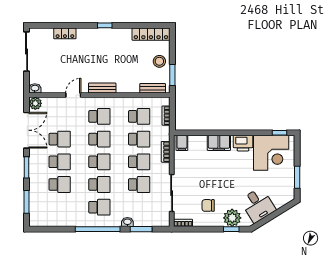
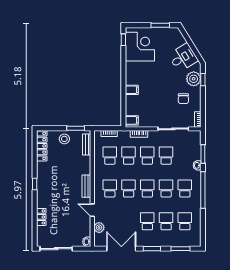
plant: (35, 103) -> (99, 228), moved
school desk: (60, 139) -> (185, 221), moved
filing cabinet: (219, 143) -> (132, 90), width x0.50
printer: (243, 143) -> (132, 70), removed

